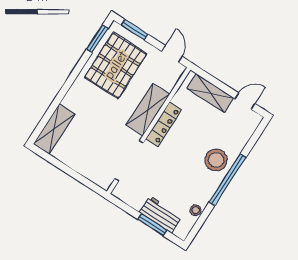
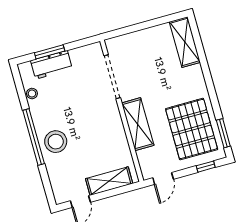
window: (135, 30) -> (206, 167), width x0.67
door: (172, 54) -> (163, 178), hinge flipped
locker: (164, 124) -> (117, 126), removed

